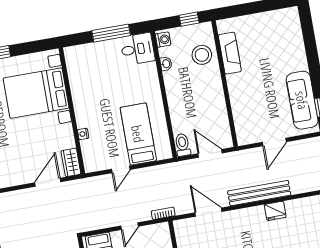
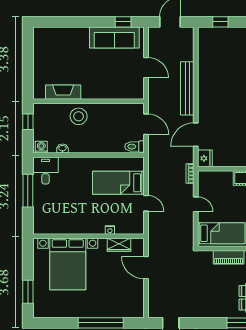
stool: (202, 55) -> (79, 116), moved
door: (210, 153) -> (146, 124), swing flipped
wardrobe: (71, 162) -> (119, 245), moved
fridge: (275, 211) -> (205, 158), moved

